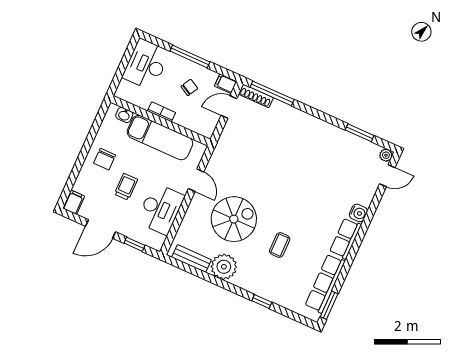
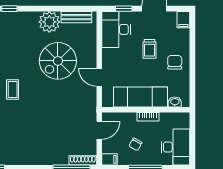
door: (229, 107) -> (99, 130), moved
desk: (160, 209) -> (116, 29), moved
coffee table: (280, 245) -> (13, 89), moved

